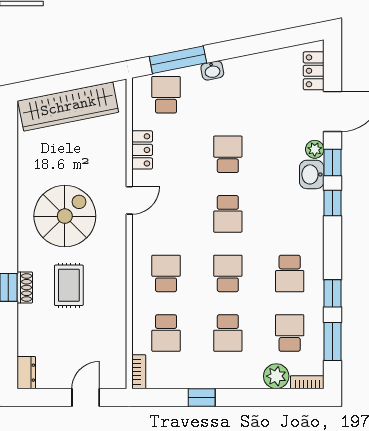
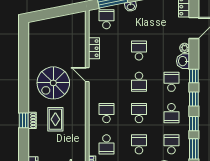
wardrobe: (68, 106) -> (55, 25), removed
window: (332, 163) -> (194, 99), moved
door: (129, 200) -> (87, 75), swing flipped
school desk: (290, 214) -> (171, 82), added
spiral stairs: (65, 216) -> (53, 83), turned 180
school desk: (228, 333) -> (139, 144), turned 180

